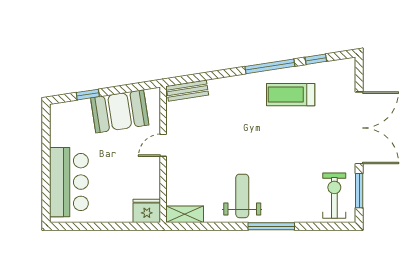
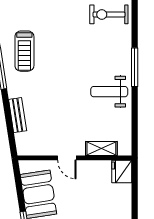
bench: (187, 91) -> (18, 115), moved
shelving: (185, 214) -> (101, 149), moved, turned 90

